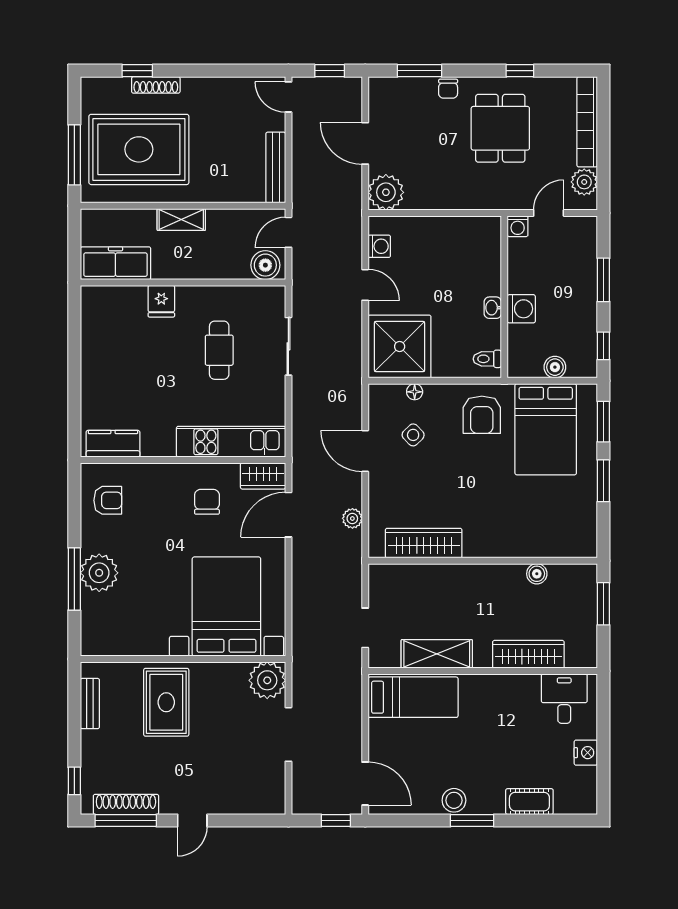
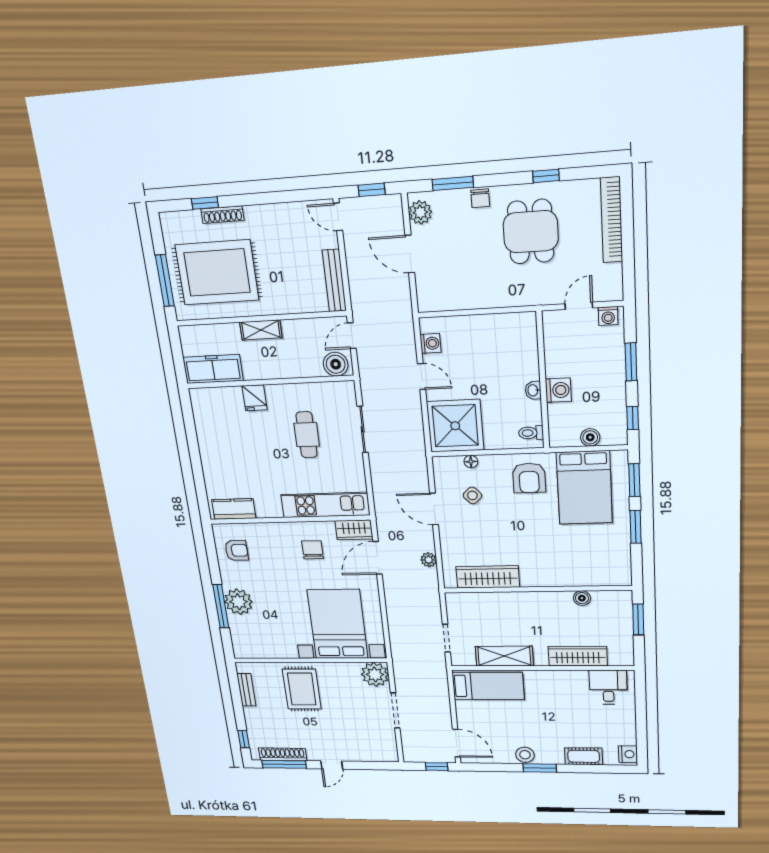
plant: (584, 182) -> (611, 276), removed
plant: (386, 192) -> (420, 212), moved, width x0.73, depth x0.73
washing machine: (518, 226) -> (608, 316), moved
nightstand: (586, 753) -> (628, 754), moved

